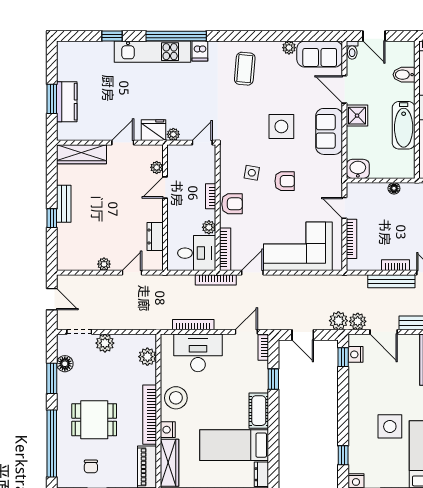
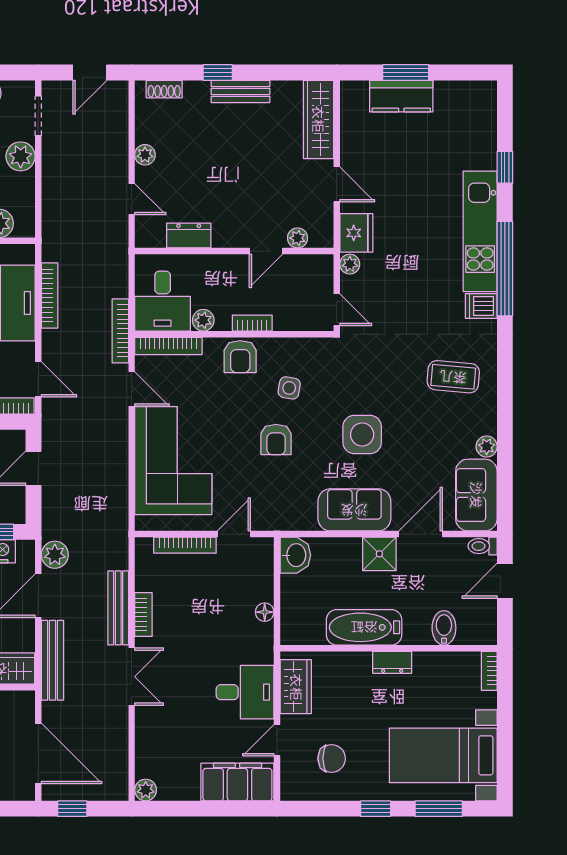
door: (165, 187) -> (266, 251), swing flipped
shoe rack: (62, 252) -> (164, 89), added
plant: (338, 321) -> (56, 525), removed

